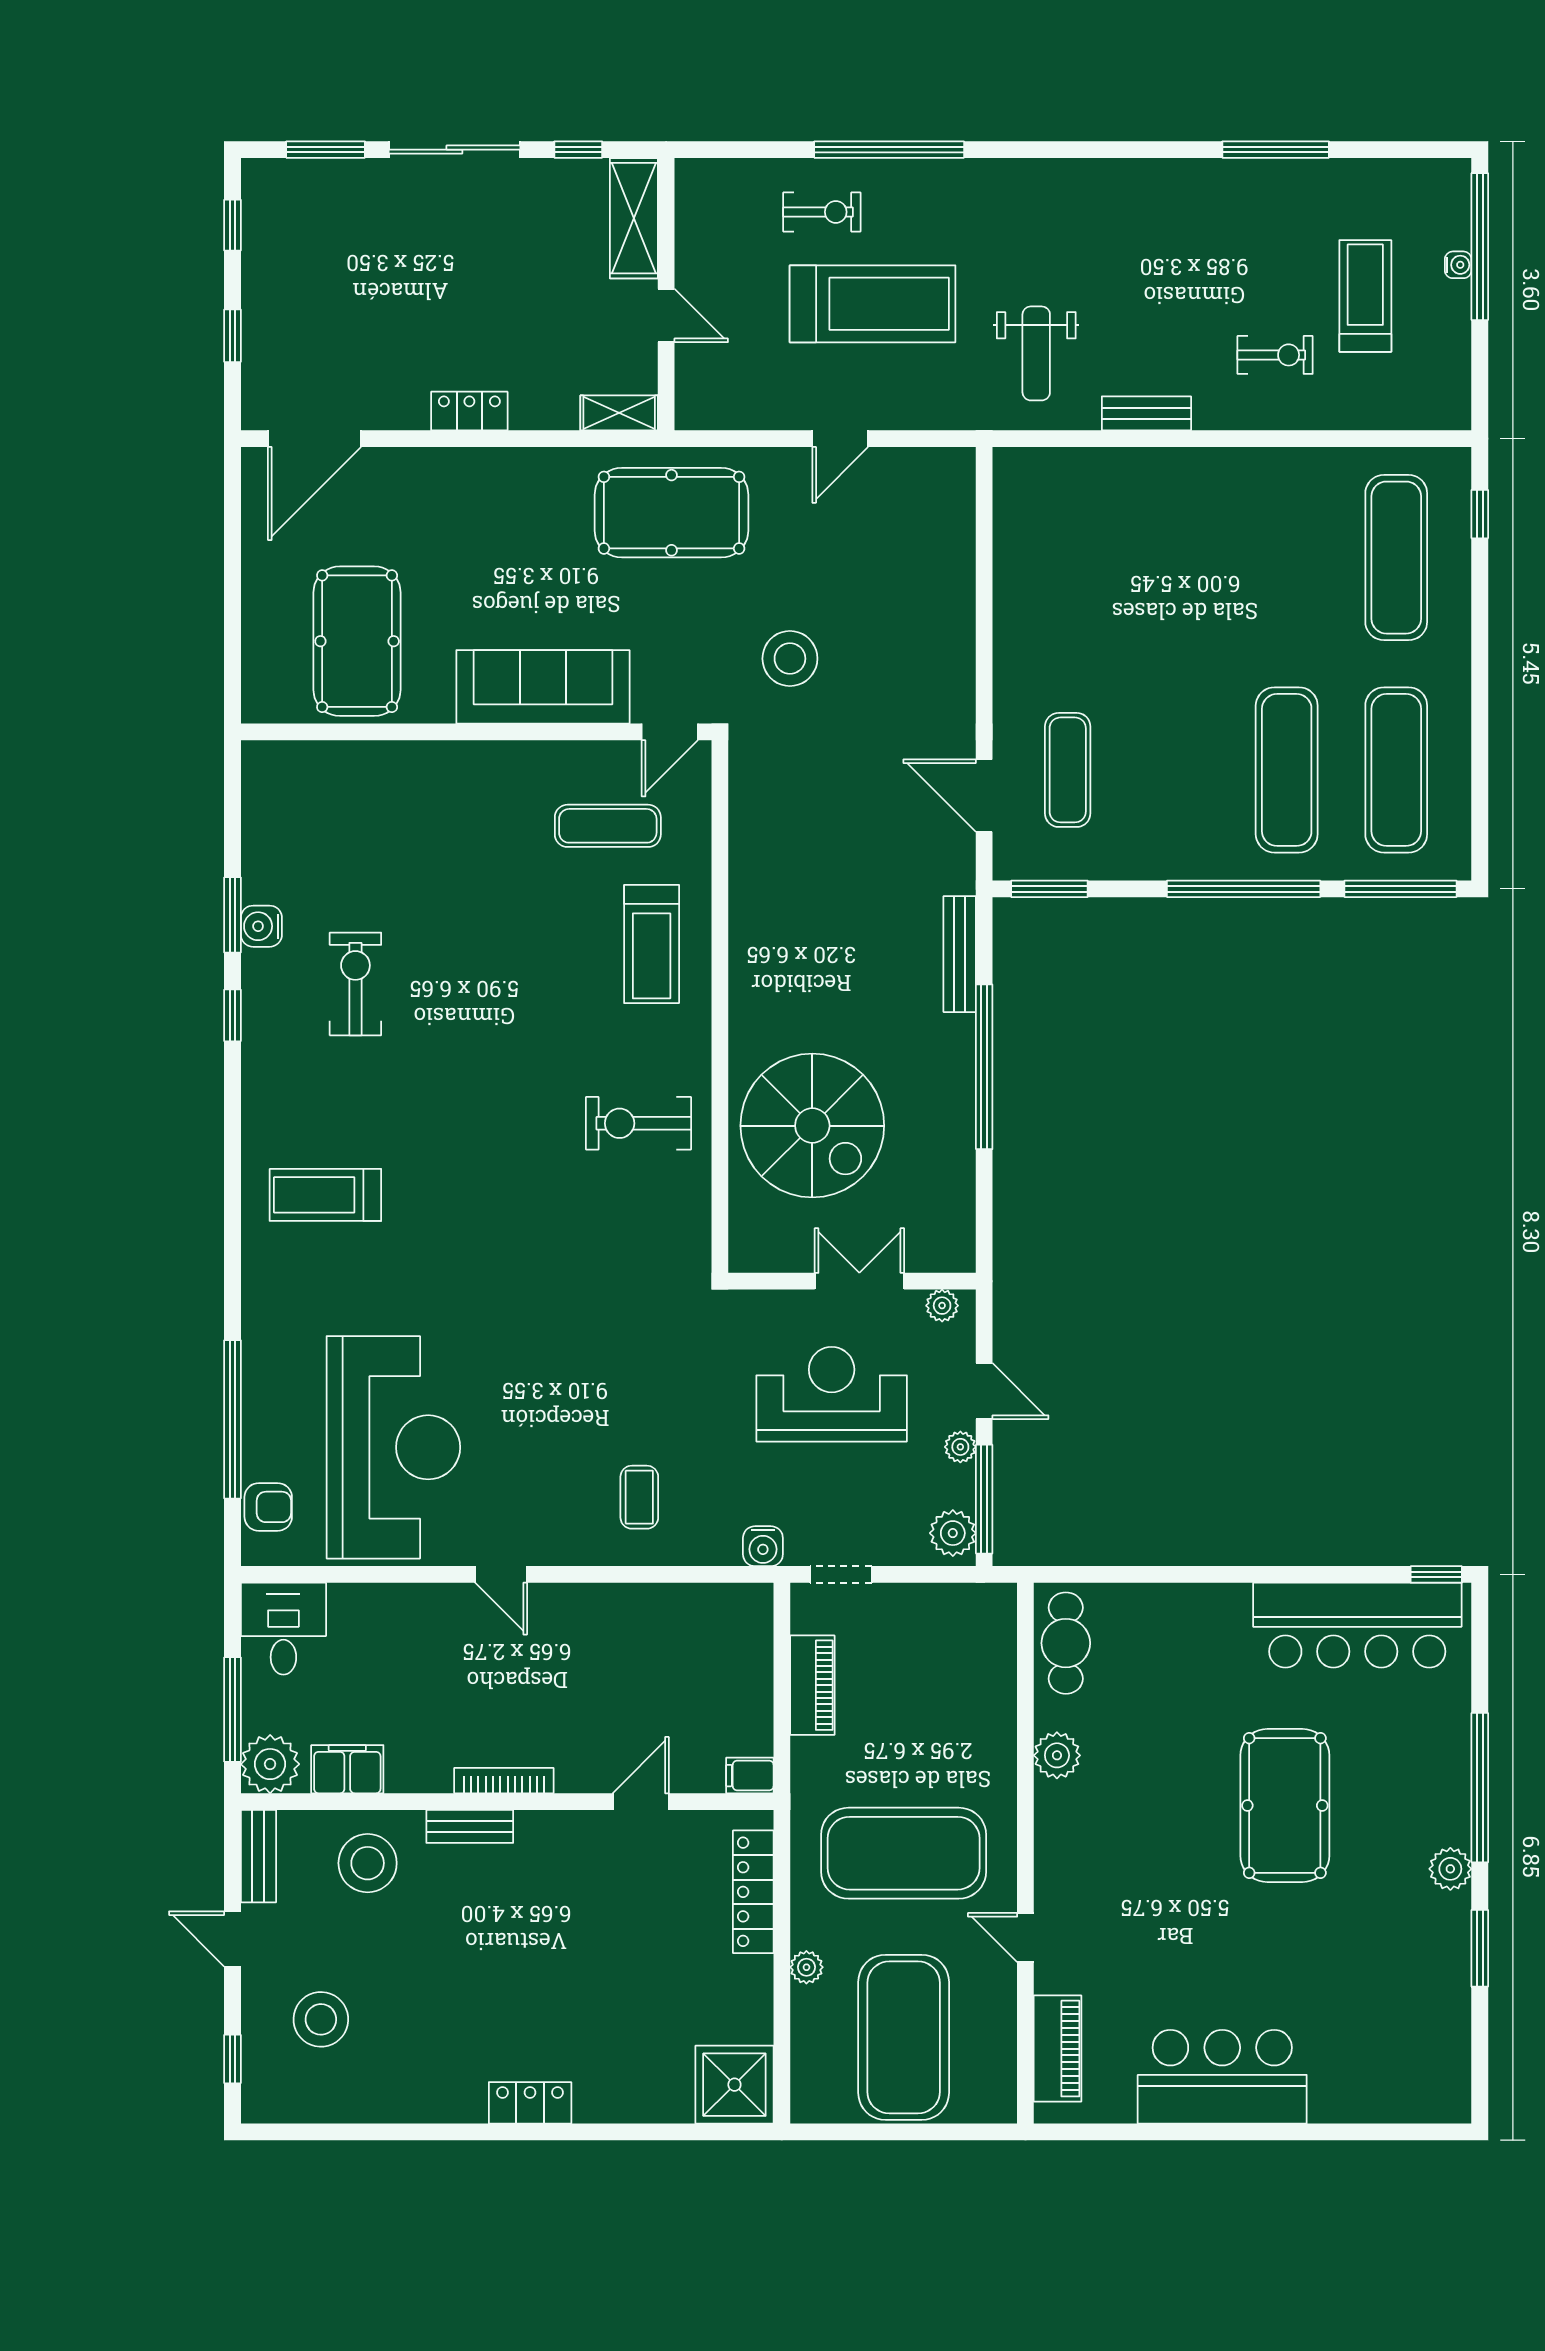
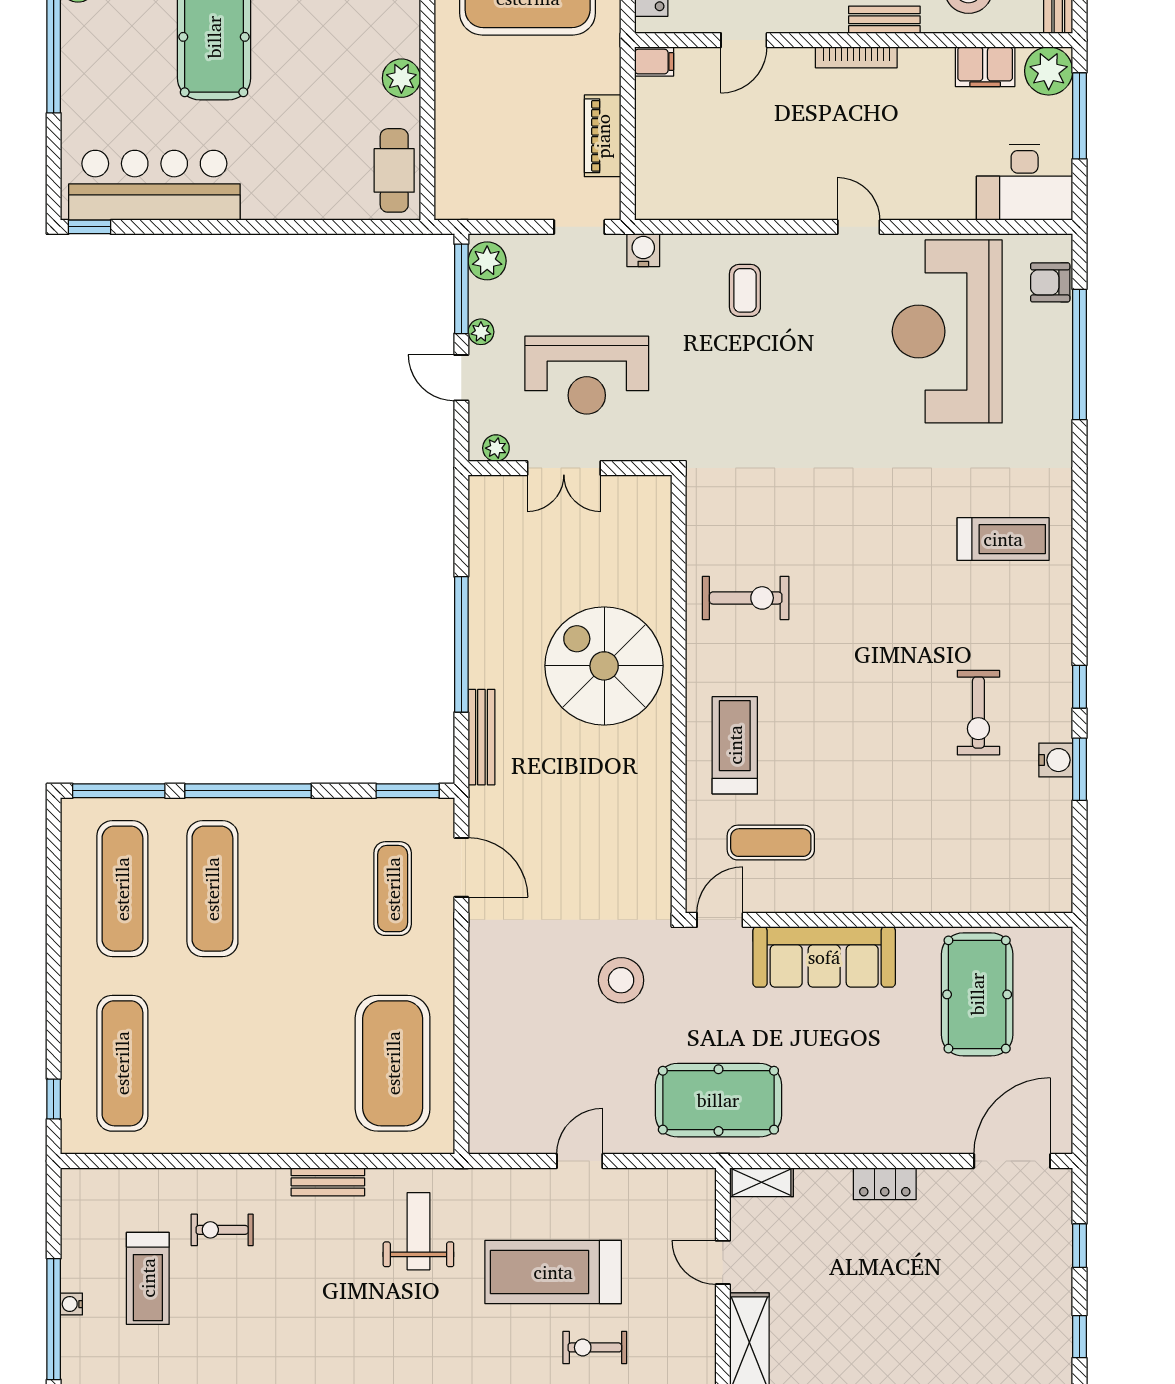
exercise mat: (1068, 558) -> (393, 1063), added
spiral stairs: (812, 1126) -> (604, 666), moved
desk: (283, 1629) -> (1025, 182), width x1.37

